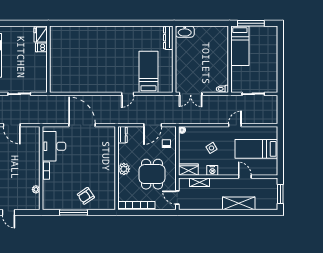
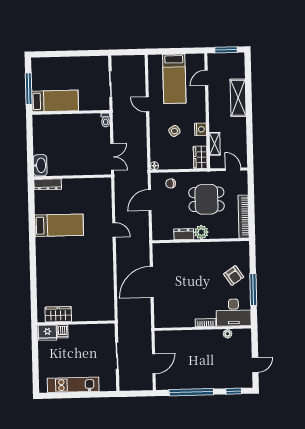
wardrobe: (56, 44) -> (58, 314), added
bed: (148, 72) -> (59, 225), moved, turned 180
door: (153, 125) -> (150, 200), swing flipped
dresser: (122, 135) -> (184, 234), moved
desk: (54, 146) -> (234, 312), moved
door: (245, 177) -> (206, 78), moved
door: (177, 198) -> (233, 169), swing flipped

